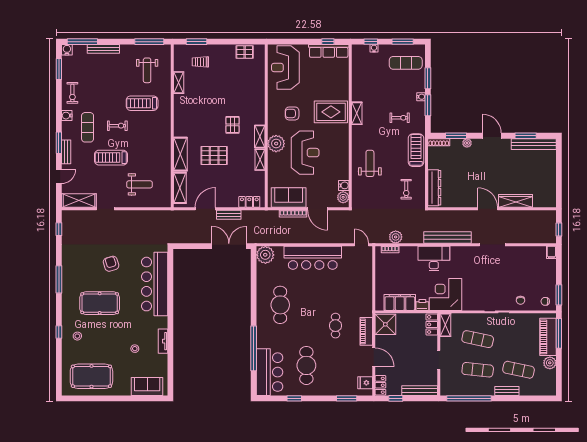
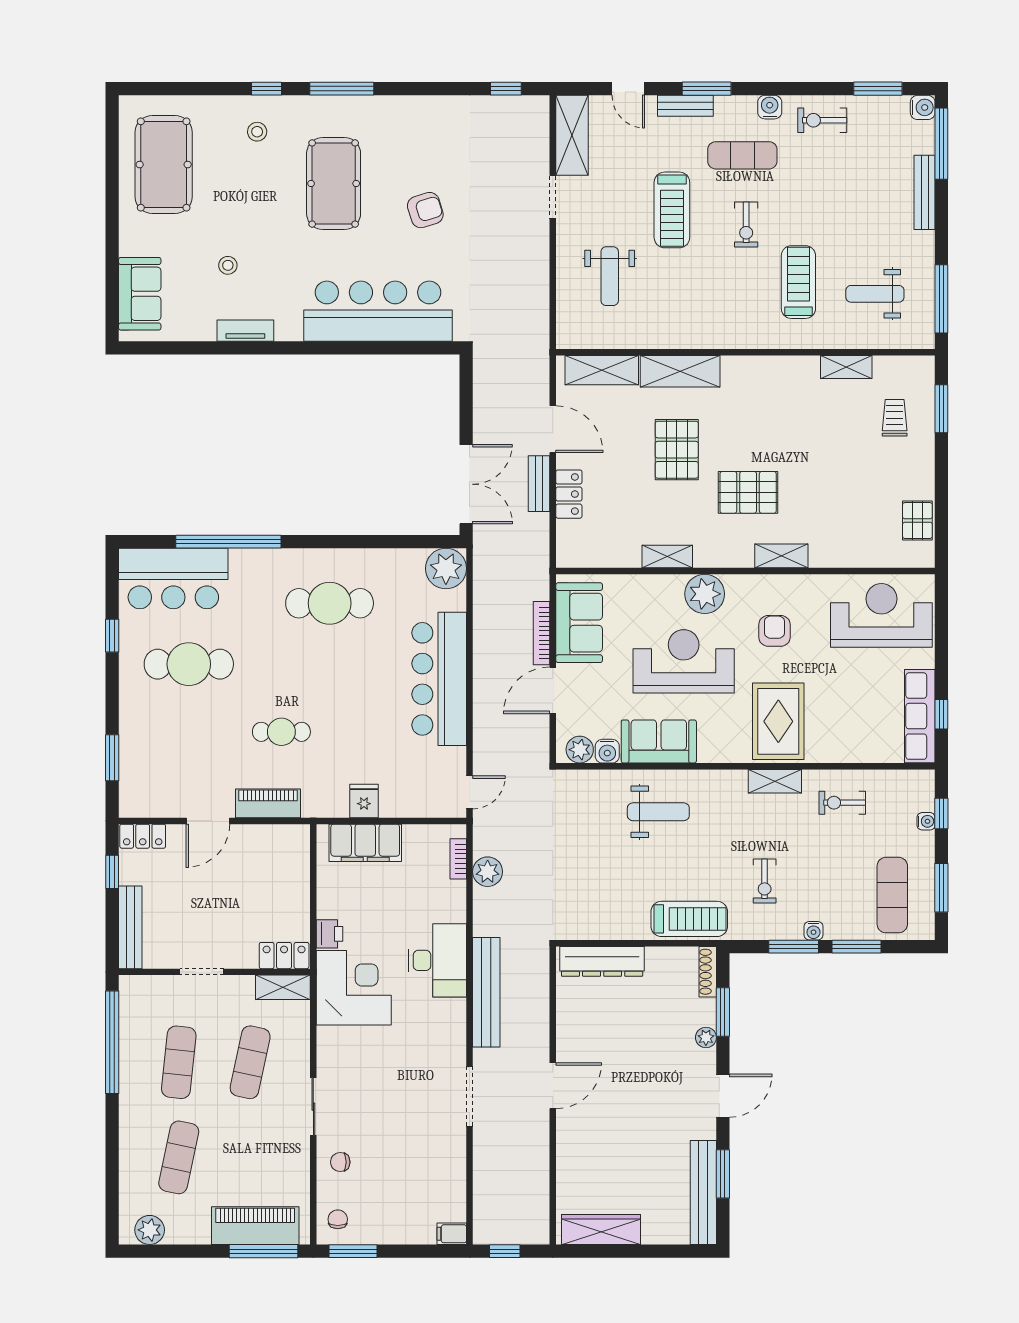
pallet: (232, 125) -> (748, 492), width x1.50, depth x1.42
shelving: (260, 136) -> (781, 556), moved
reception desk: (305, 153) -> (684, 661), turned 180
treadmill: (111, 158) -> (672, 210), turned 180
sofa: (340, 163) -> (659, 741), added
exercise bike: (406, 189) -> (842, 803), moved
wardrobe: (515, 201) -> (601, 1229), moved, turned -90
locker: (249, 202) -> (569, 494), moved
window: (59, 279) -> (342, 89), moved
filing cabinet: (400, 302) -> (365, 843), moved, turned 90
shower: (385, 324) -> (284, 848), removed
plant: (550, 363) -> (150, 1230), moved
fridge: (365, 383) -> (364, 801), moved
bench: (507, 391) -> (129, 1130), removed

